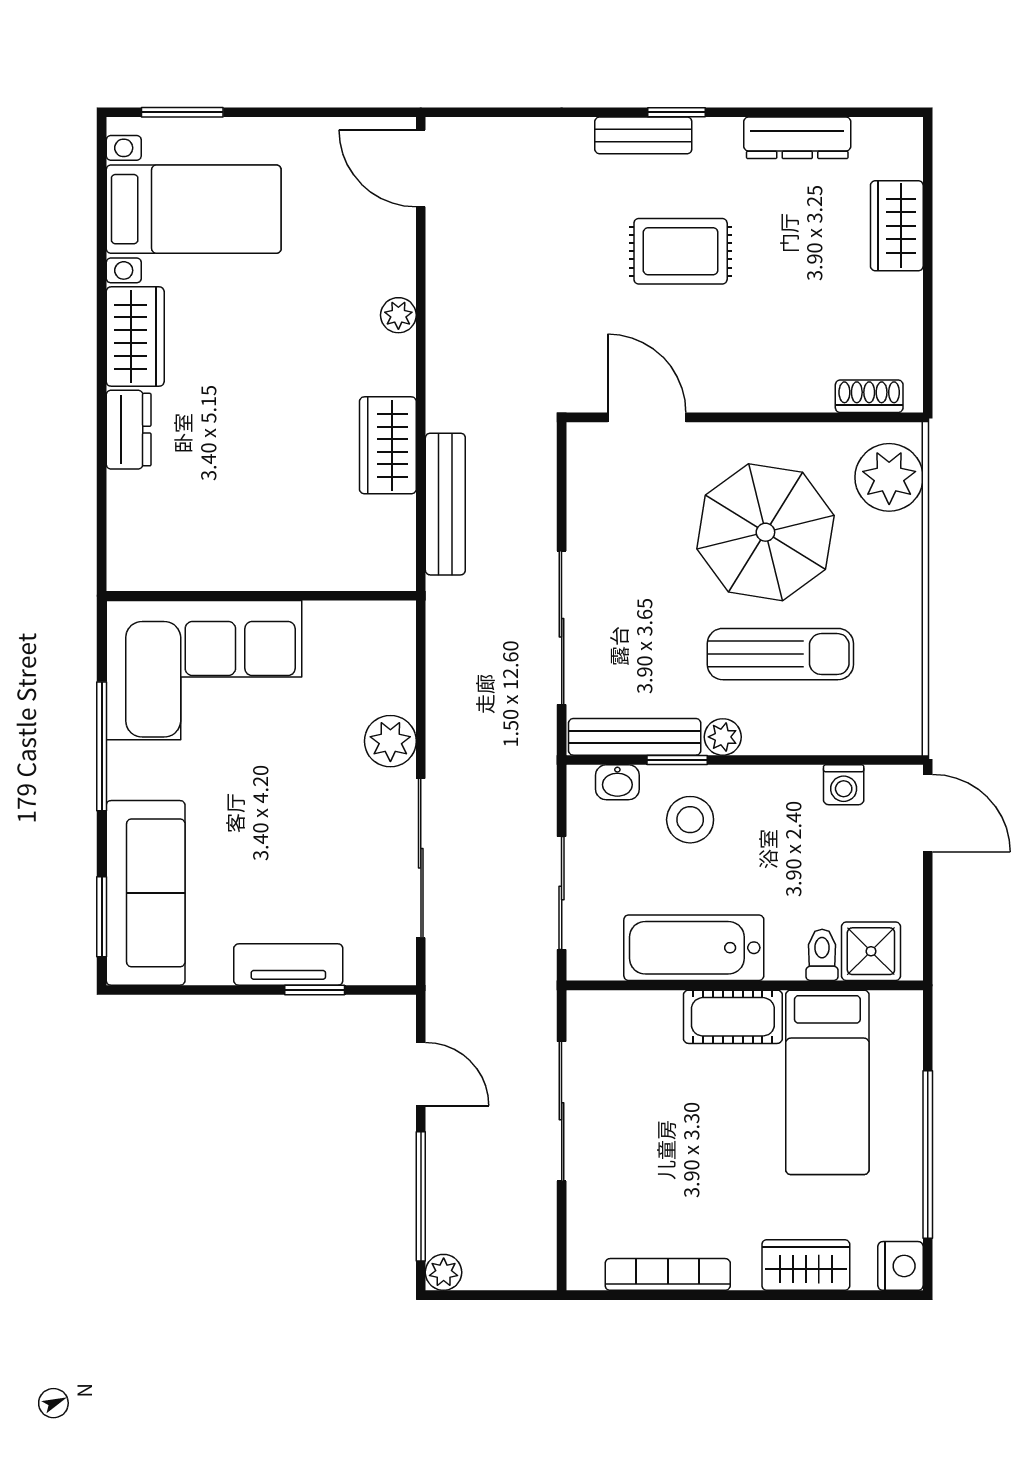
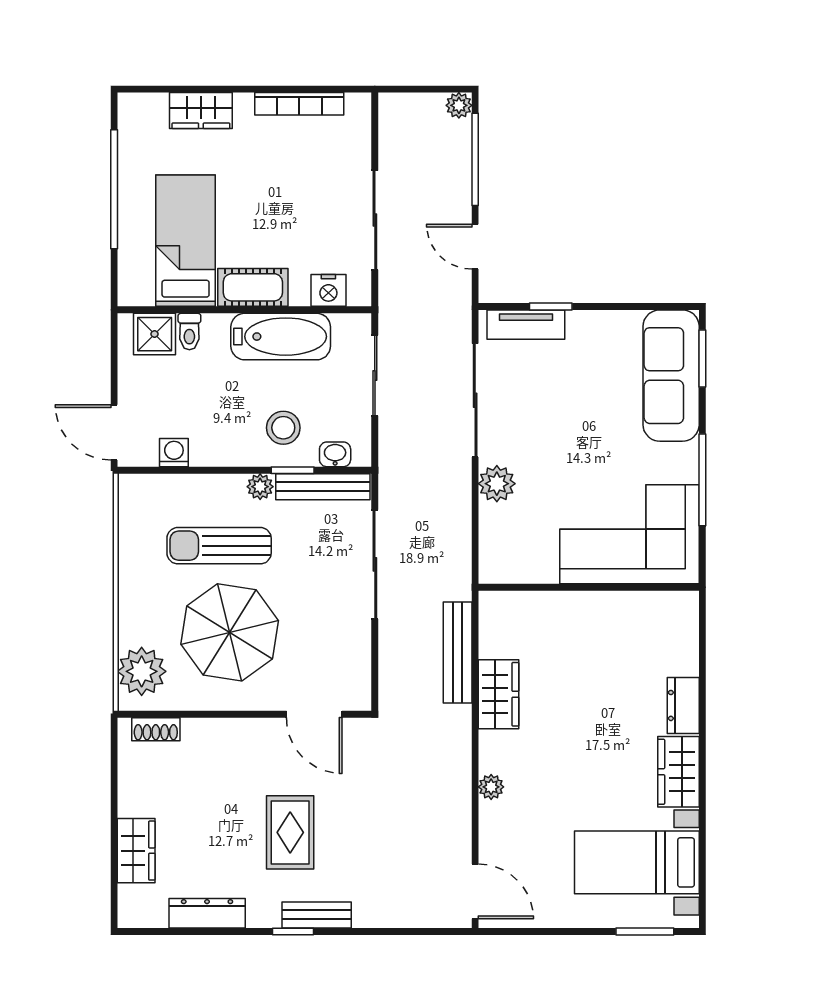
rug: (681, 251) -> (290, 832), turned 90
tv unit: (288, 965) -> (526, 325), moved
nightstand: (901, 1266) -> (328, 290), moved, turned -90

